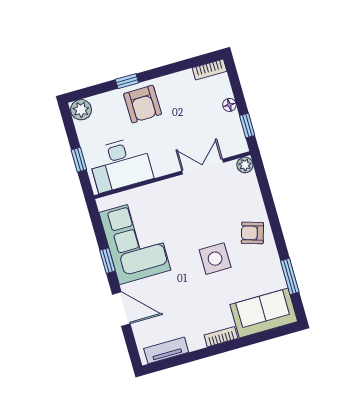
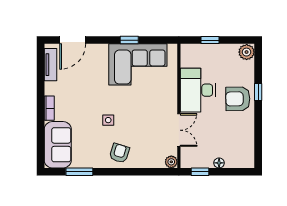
bookcase: (209, 70) -> (249, 156), removed
desk: (120, 164) -> (198, 90), moved
side table: (215, 259) -> (108, 120), width x0.54, depth x0.54
door: (121, 309) -> (73, 40), moved

